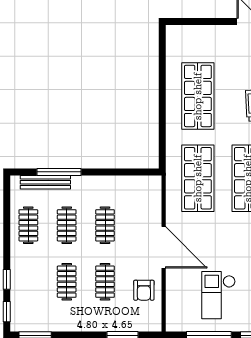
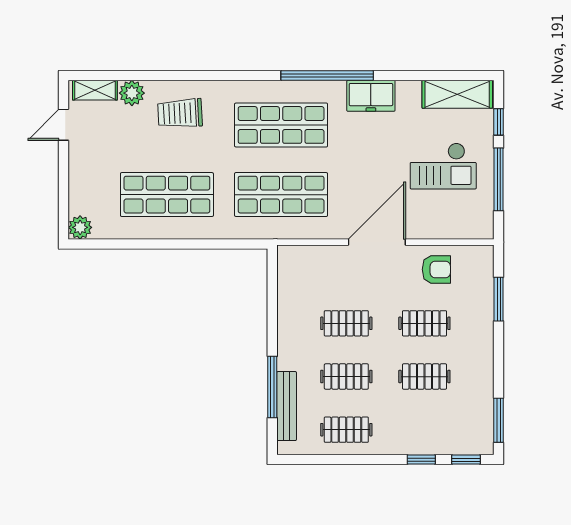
plant: (174, 33) -> (80, 227), added

